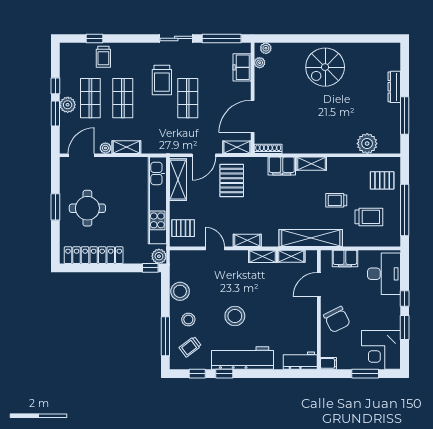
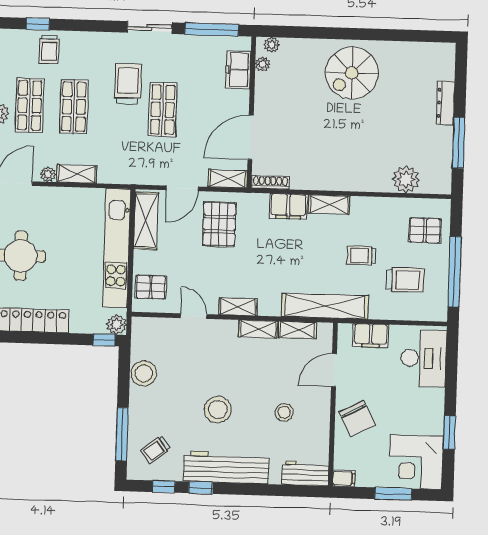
trolley: (162, 80) -> (128, 84), turned 180
window: (405, 298) -> (451, 393), removed
stool: (188, 320) -> (284, 412), moved

